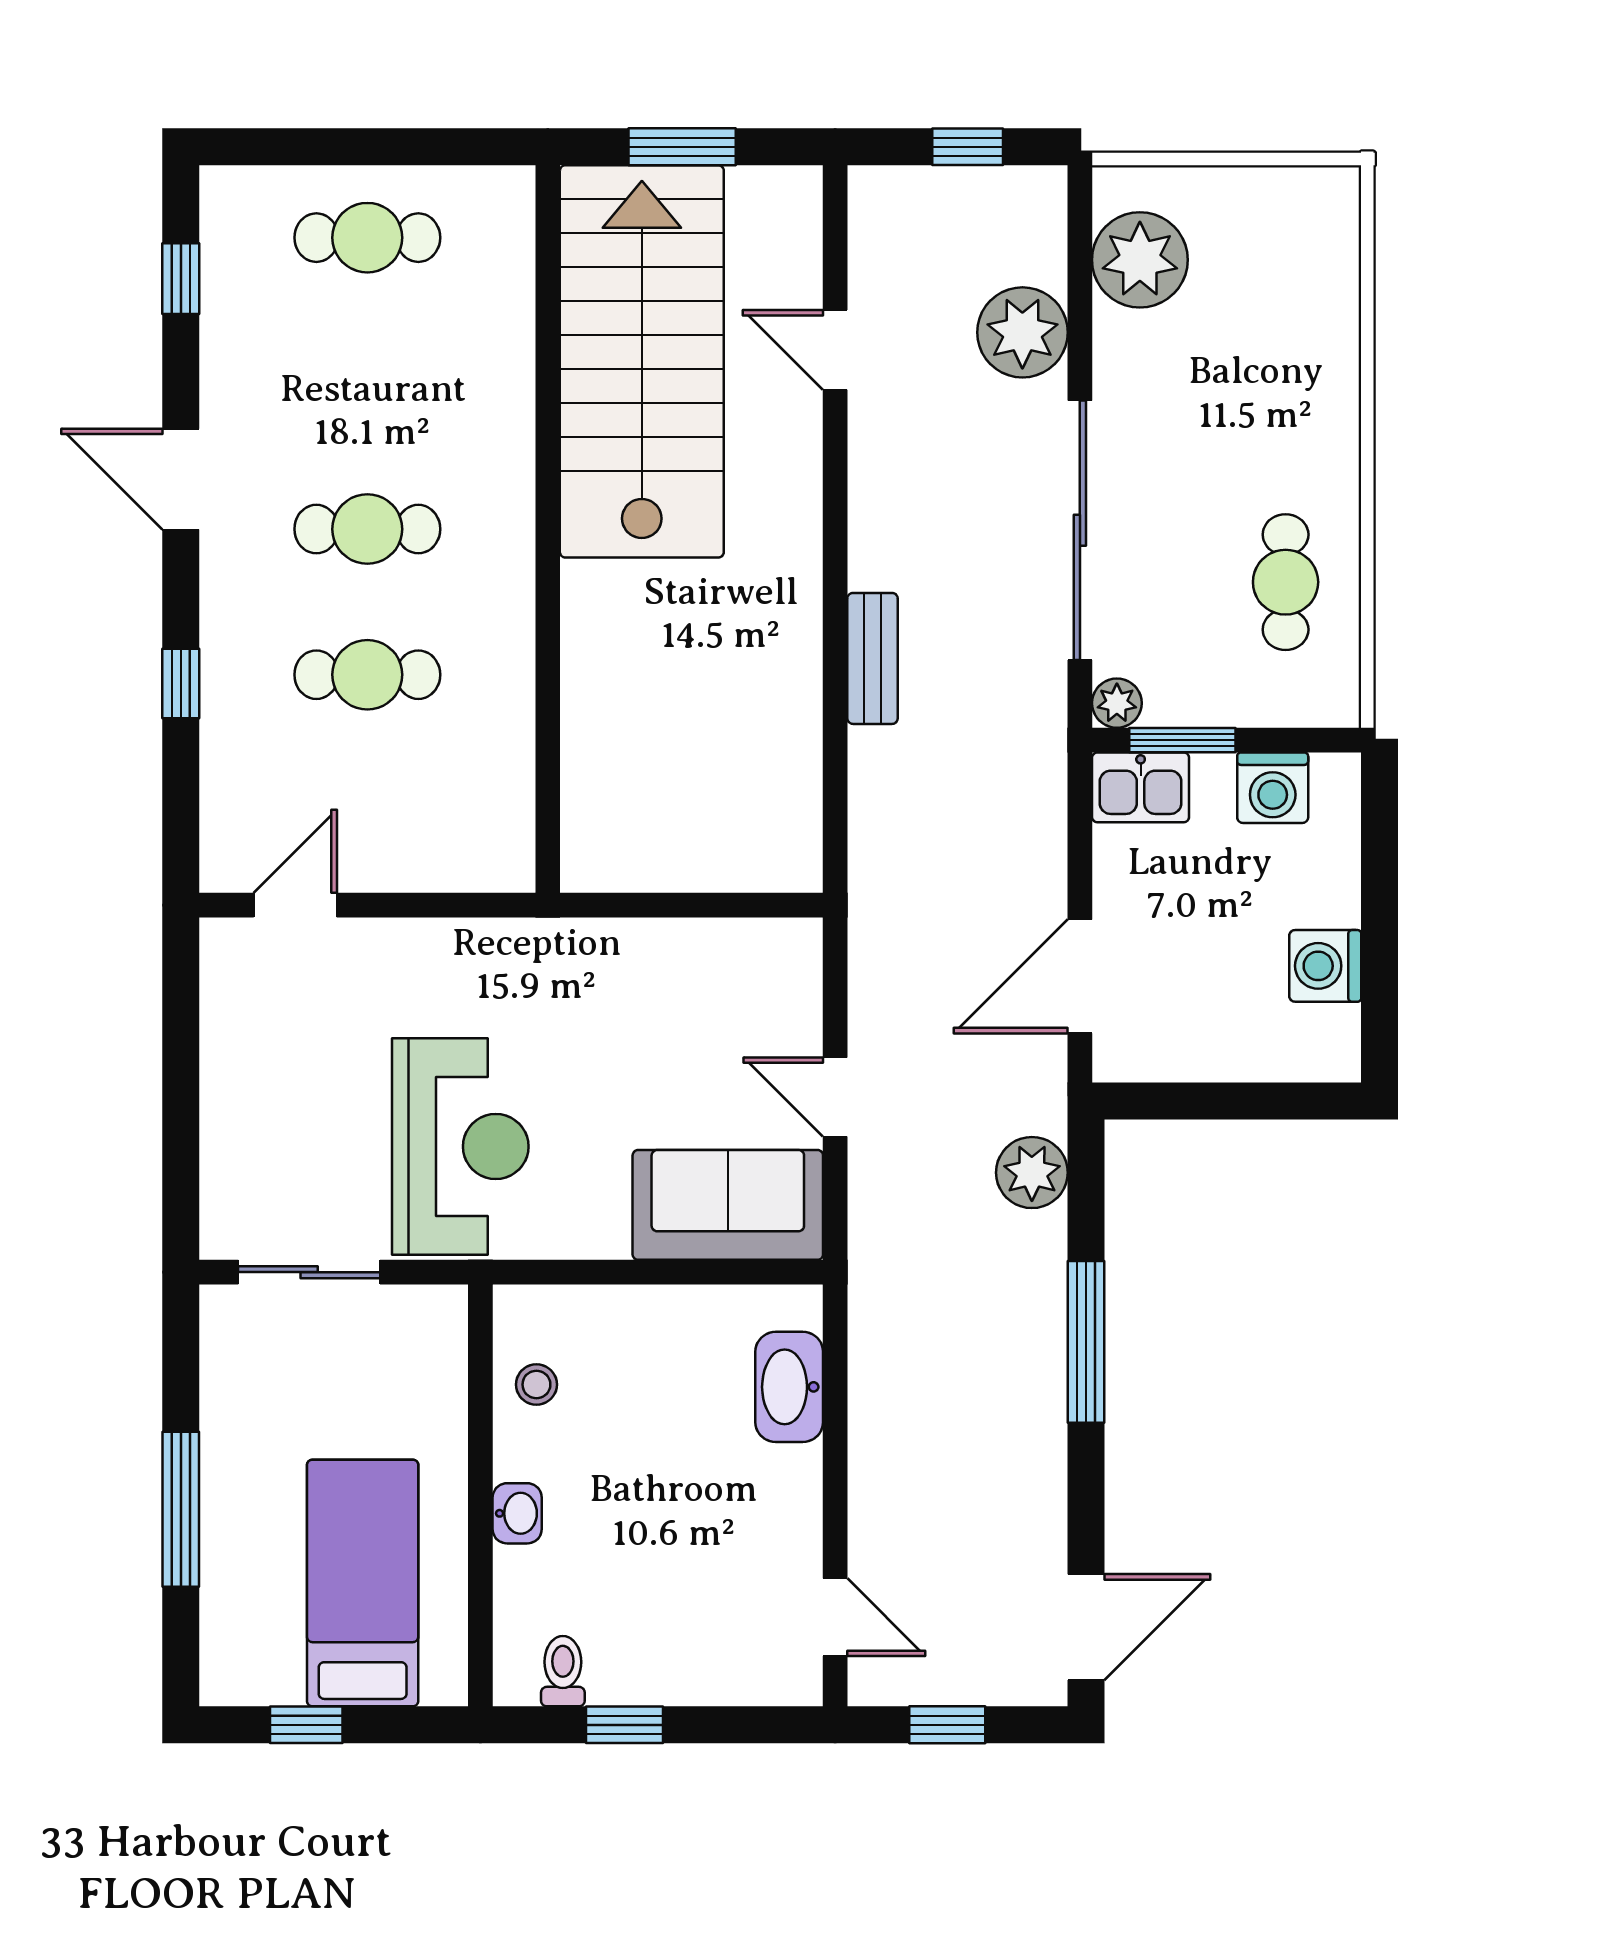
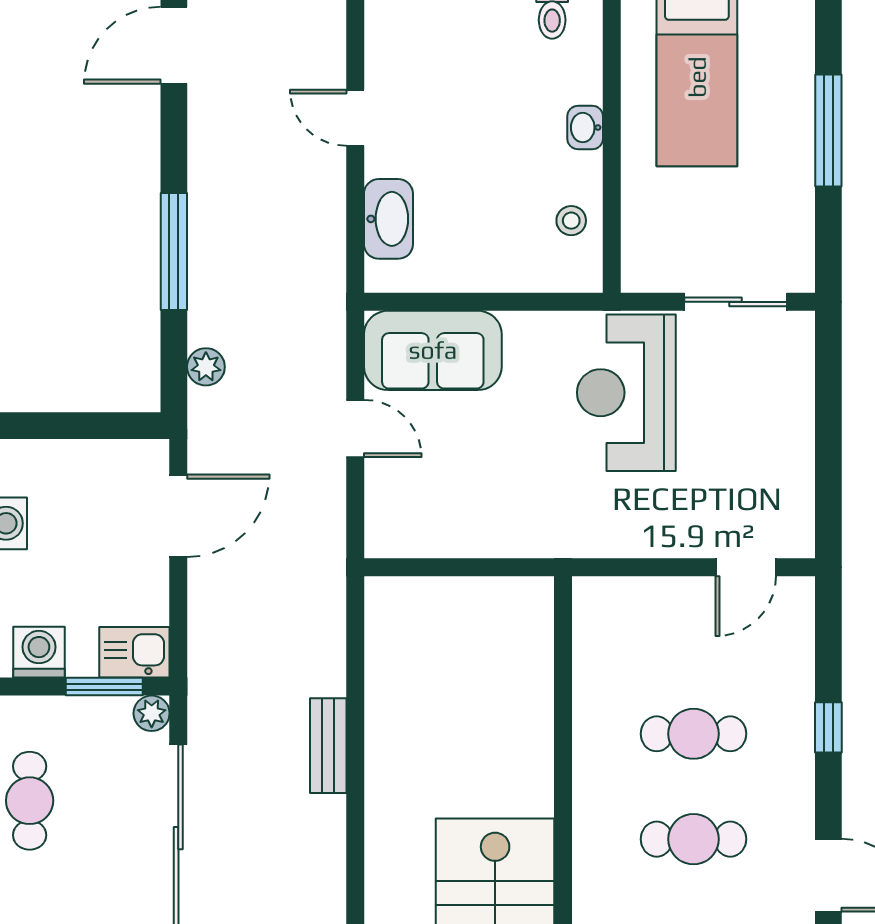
plant: (1032, 1173) -> (206, 367), width x0.73, depth x0.73
door: (835, 1617) -> (355, 118), moved

